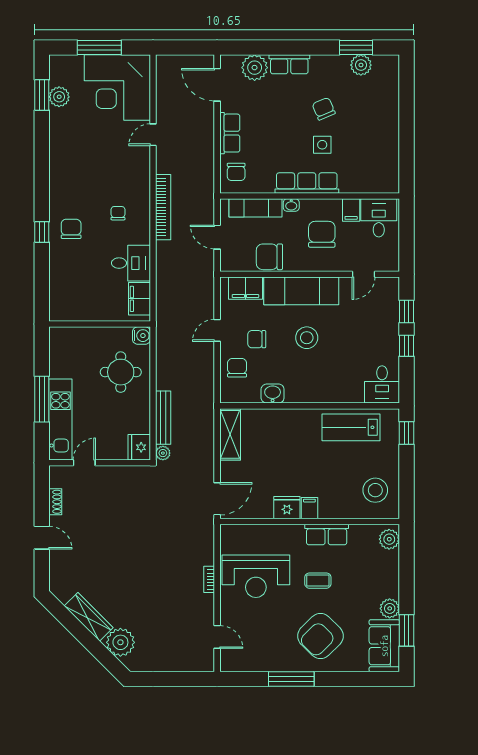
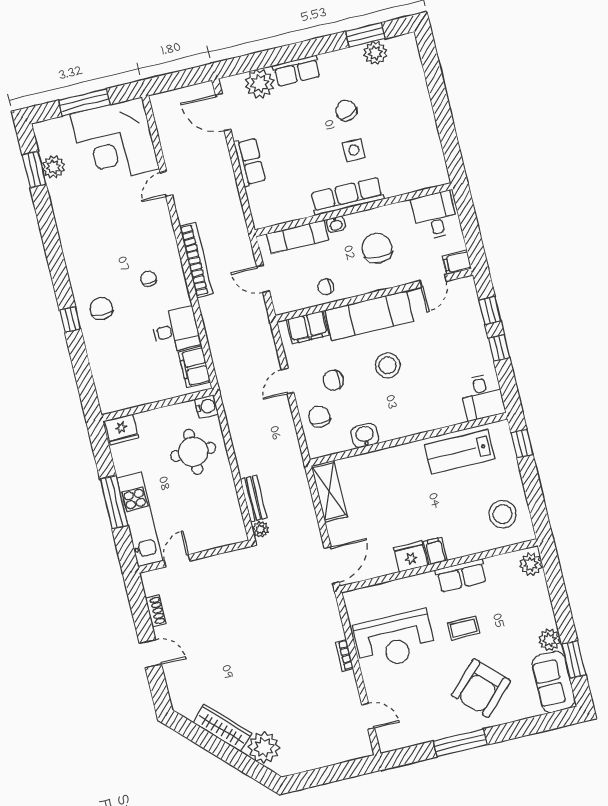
chair: (236, 172) -> (267, 203), removed
filing cabinet: (351, 210) -> (457, 262), moved, turned 90
chair: (269, 257) -> (326, 287), width x0.54, depth x0.54
bench: (163, 418) -> (254, 498), width x0.73
fridge: (139, 447) -> (122, 429), moved, turned -90

